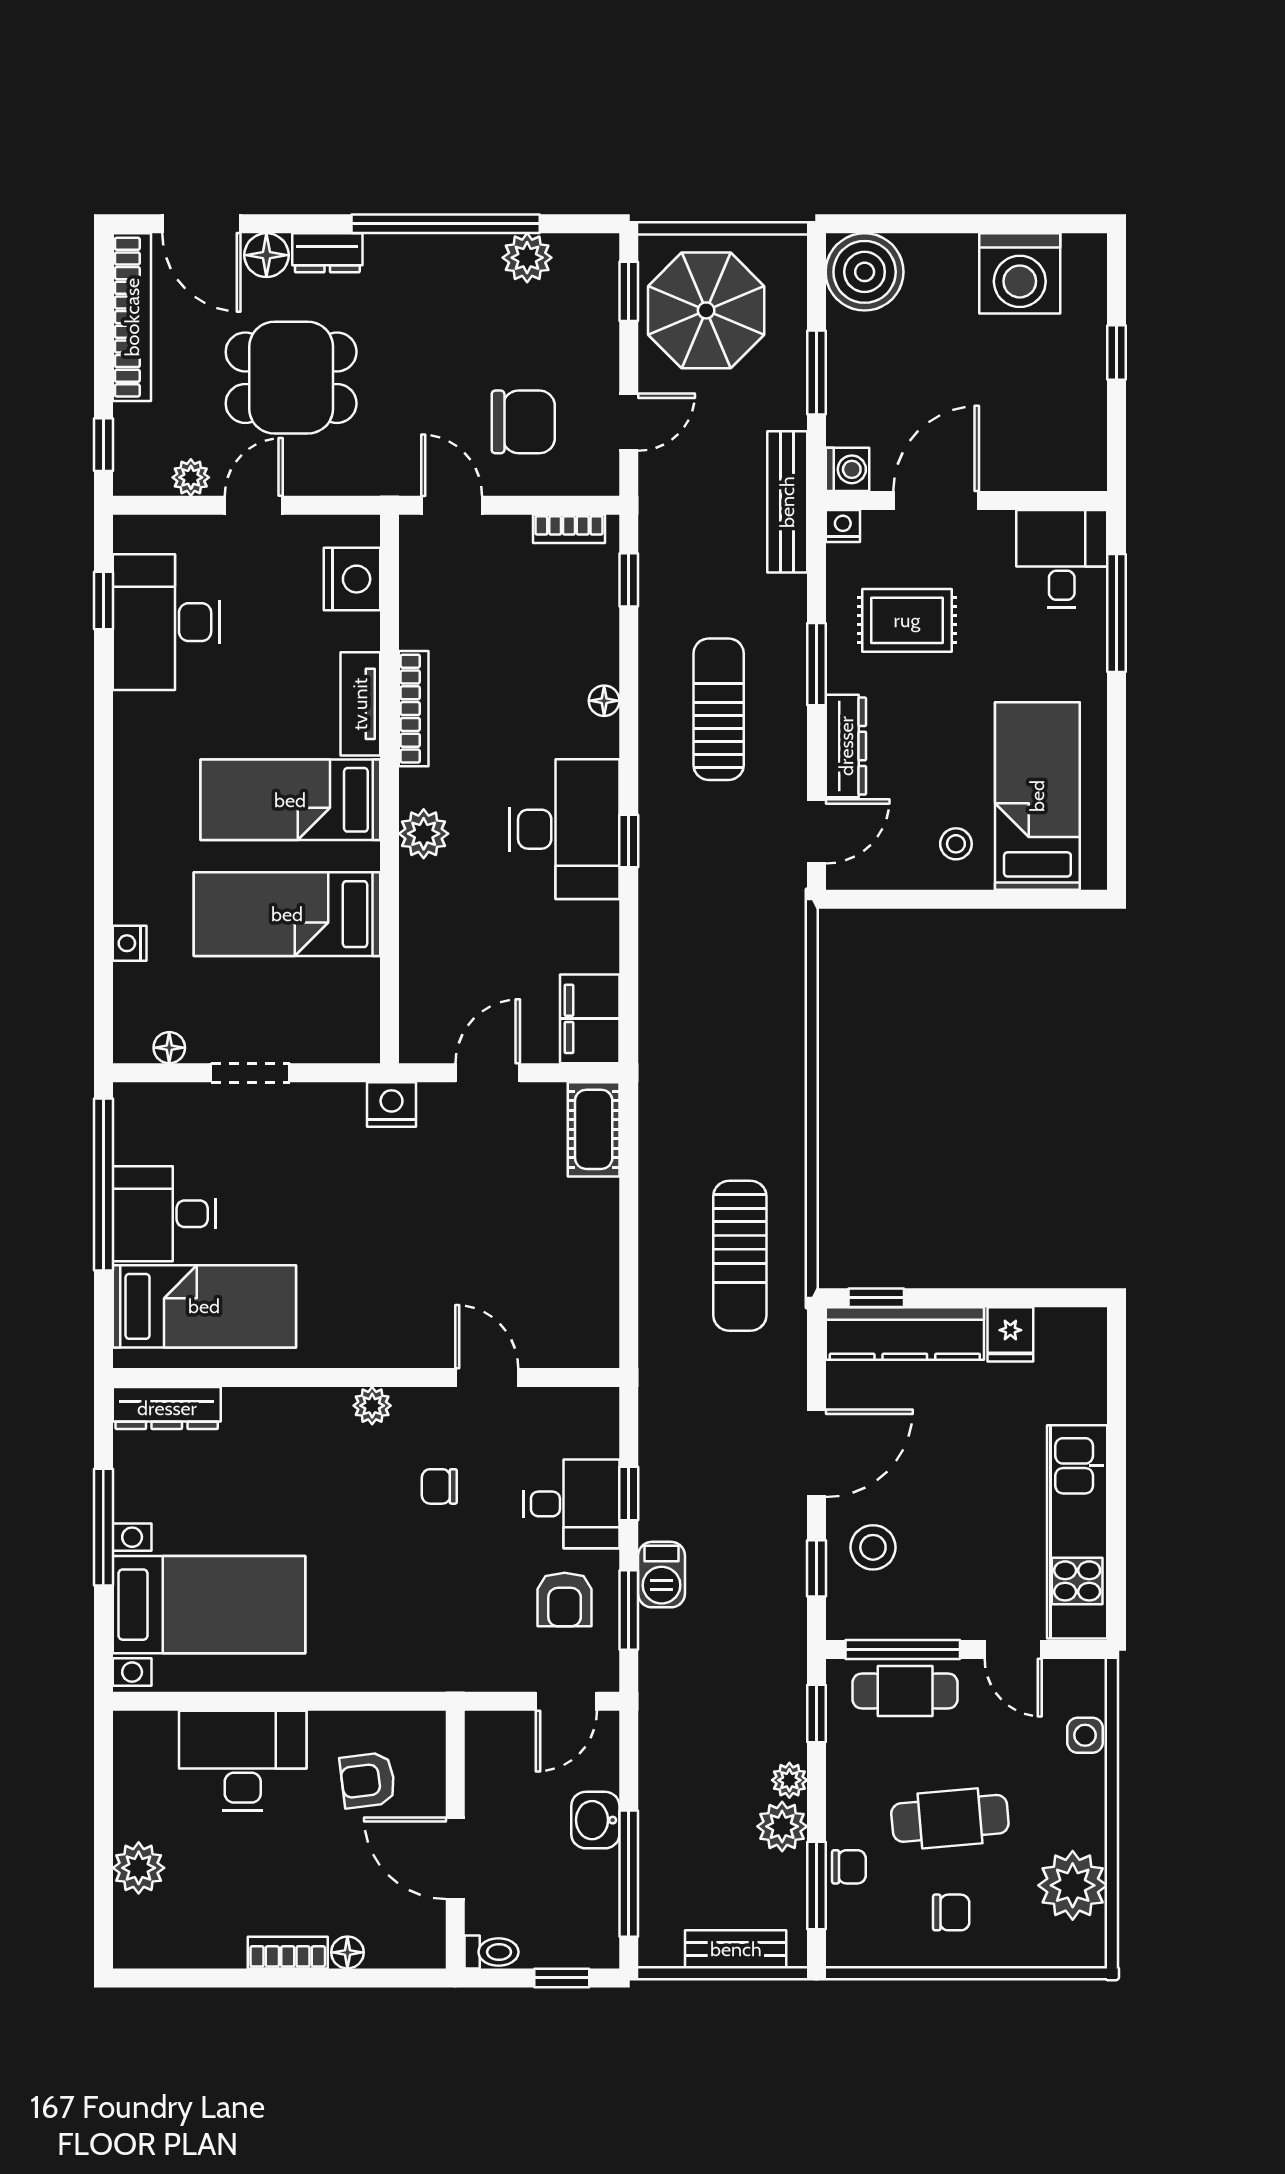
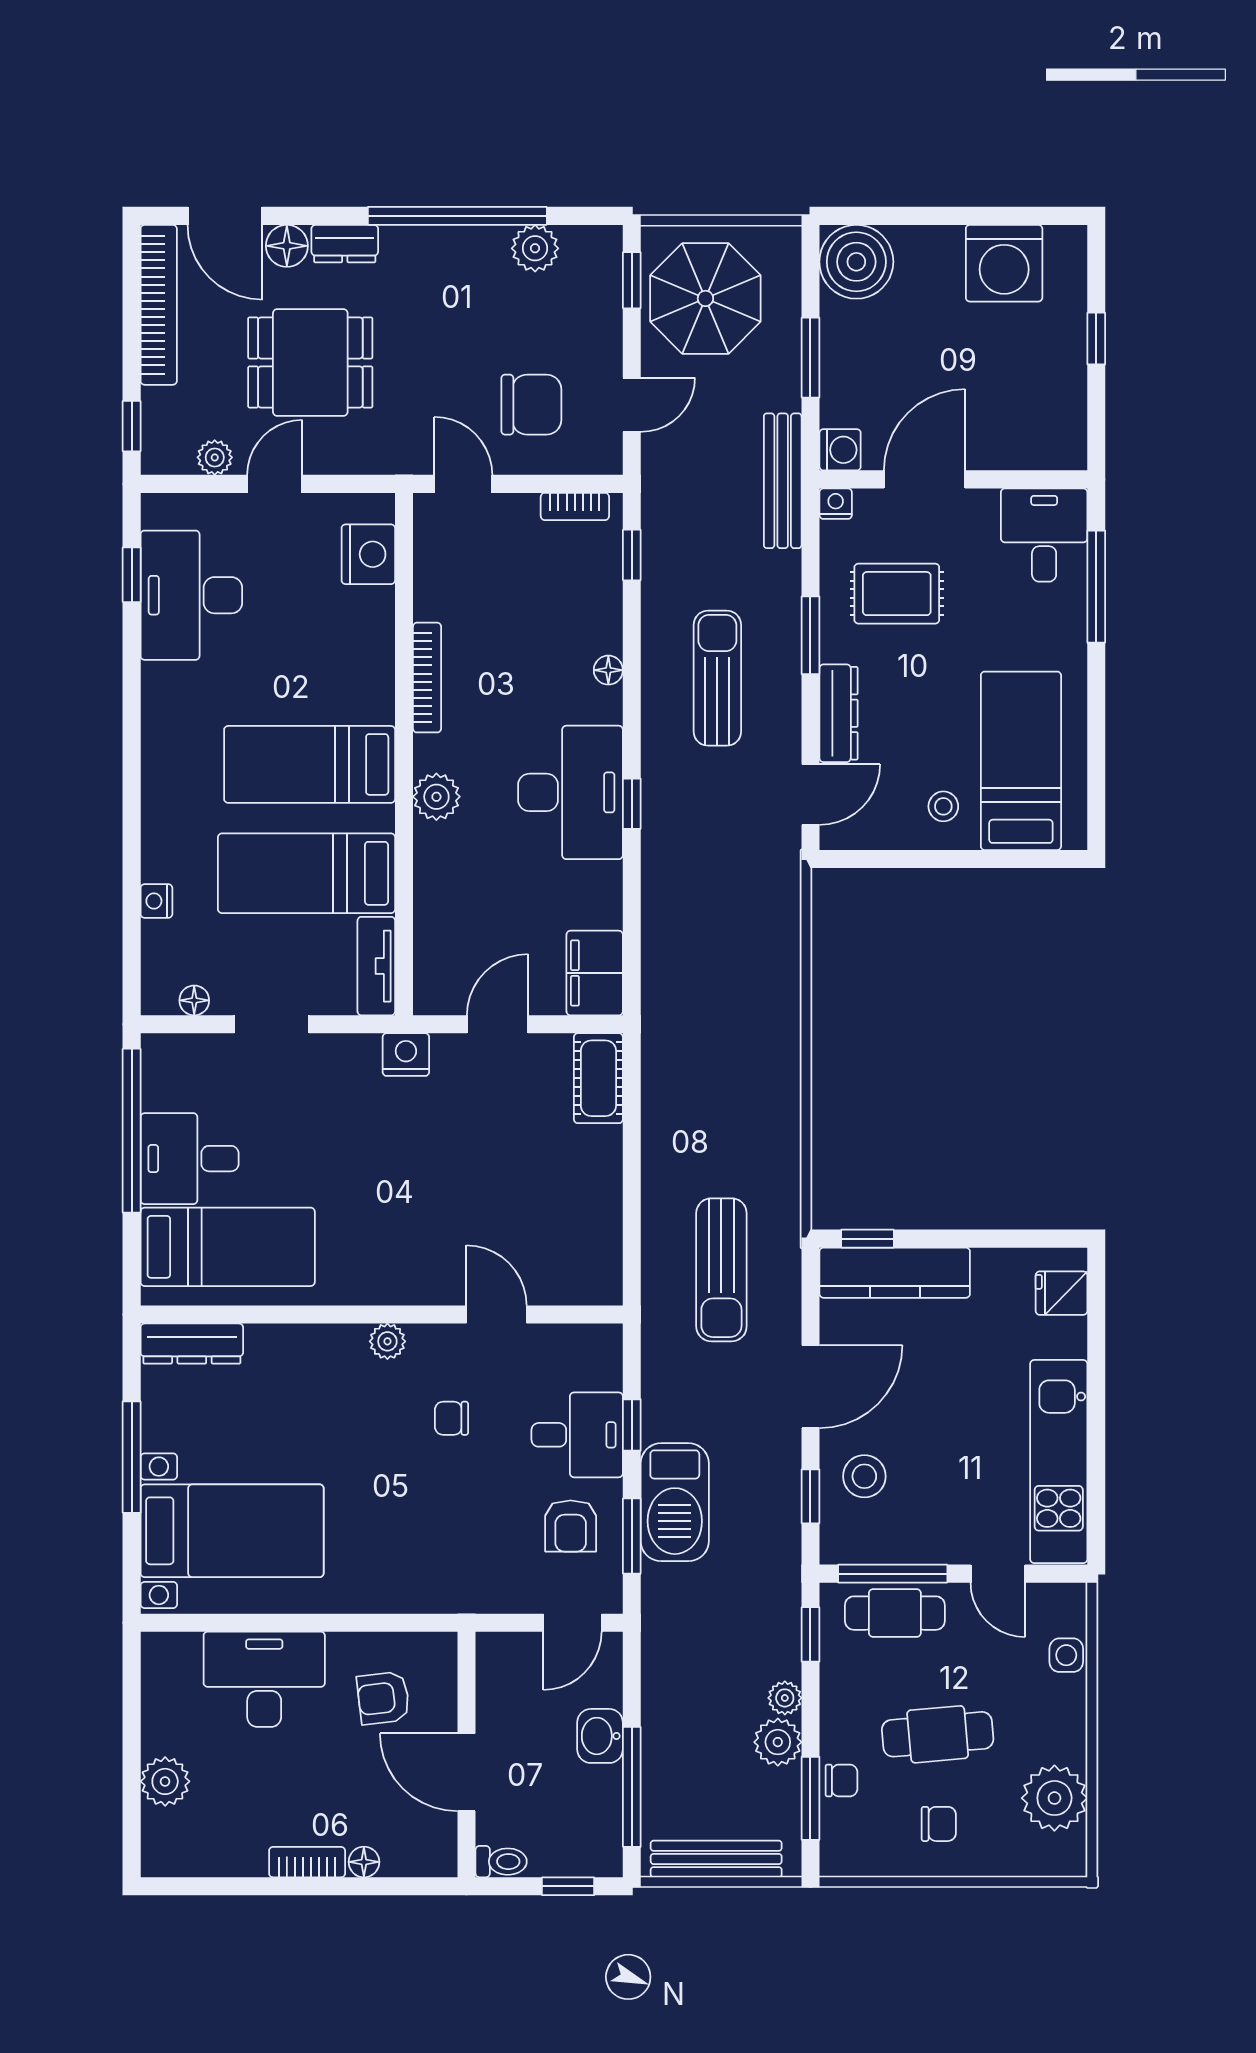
tv unit: (360, 704) -> (376, 966), moved
sun lounger: (740, 1256) -> (721, 1270), moved
fridge: (1010, 1334) -> (1061, 1293), moved, turned 90
barbecue: (661, 1575) -> (675, 1502), width x1.88, depth x1.53
bench: (736, 1949) -> (716, 1859), width x1.36

